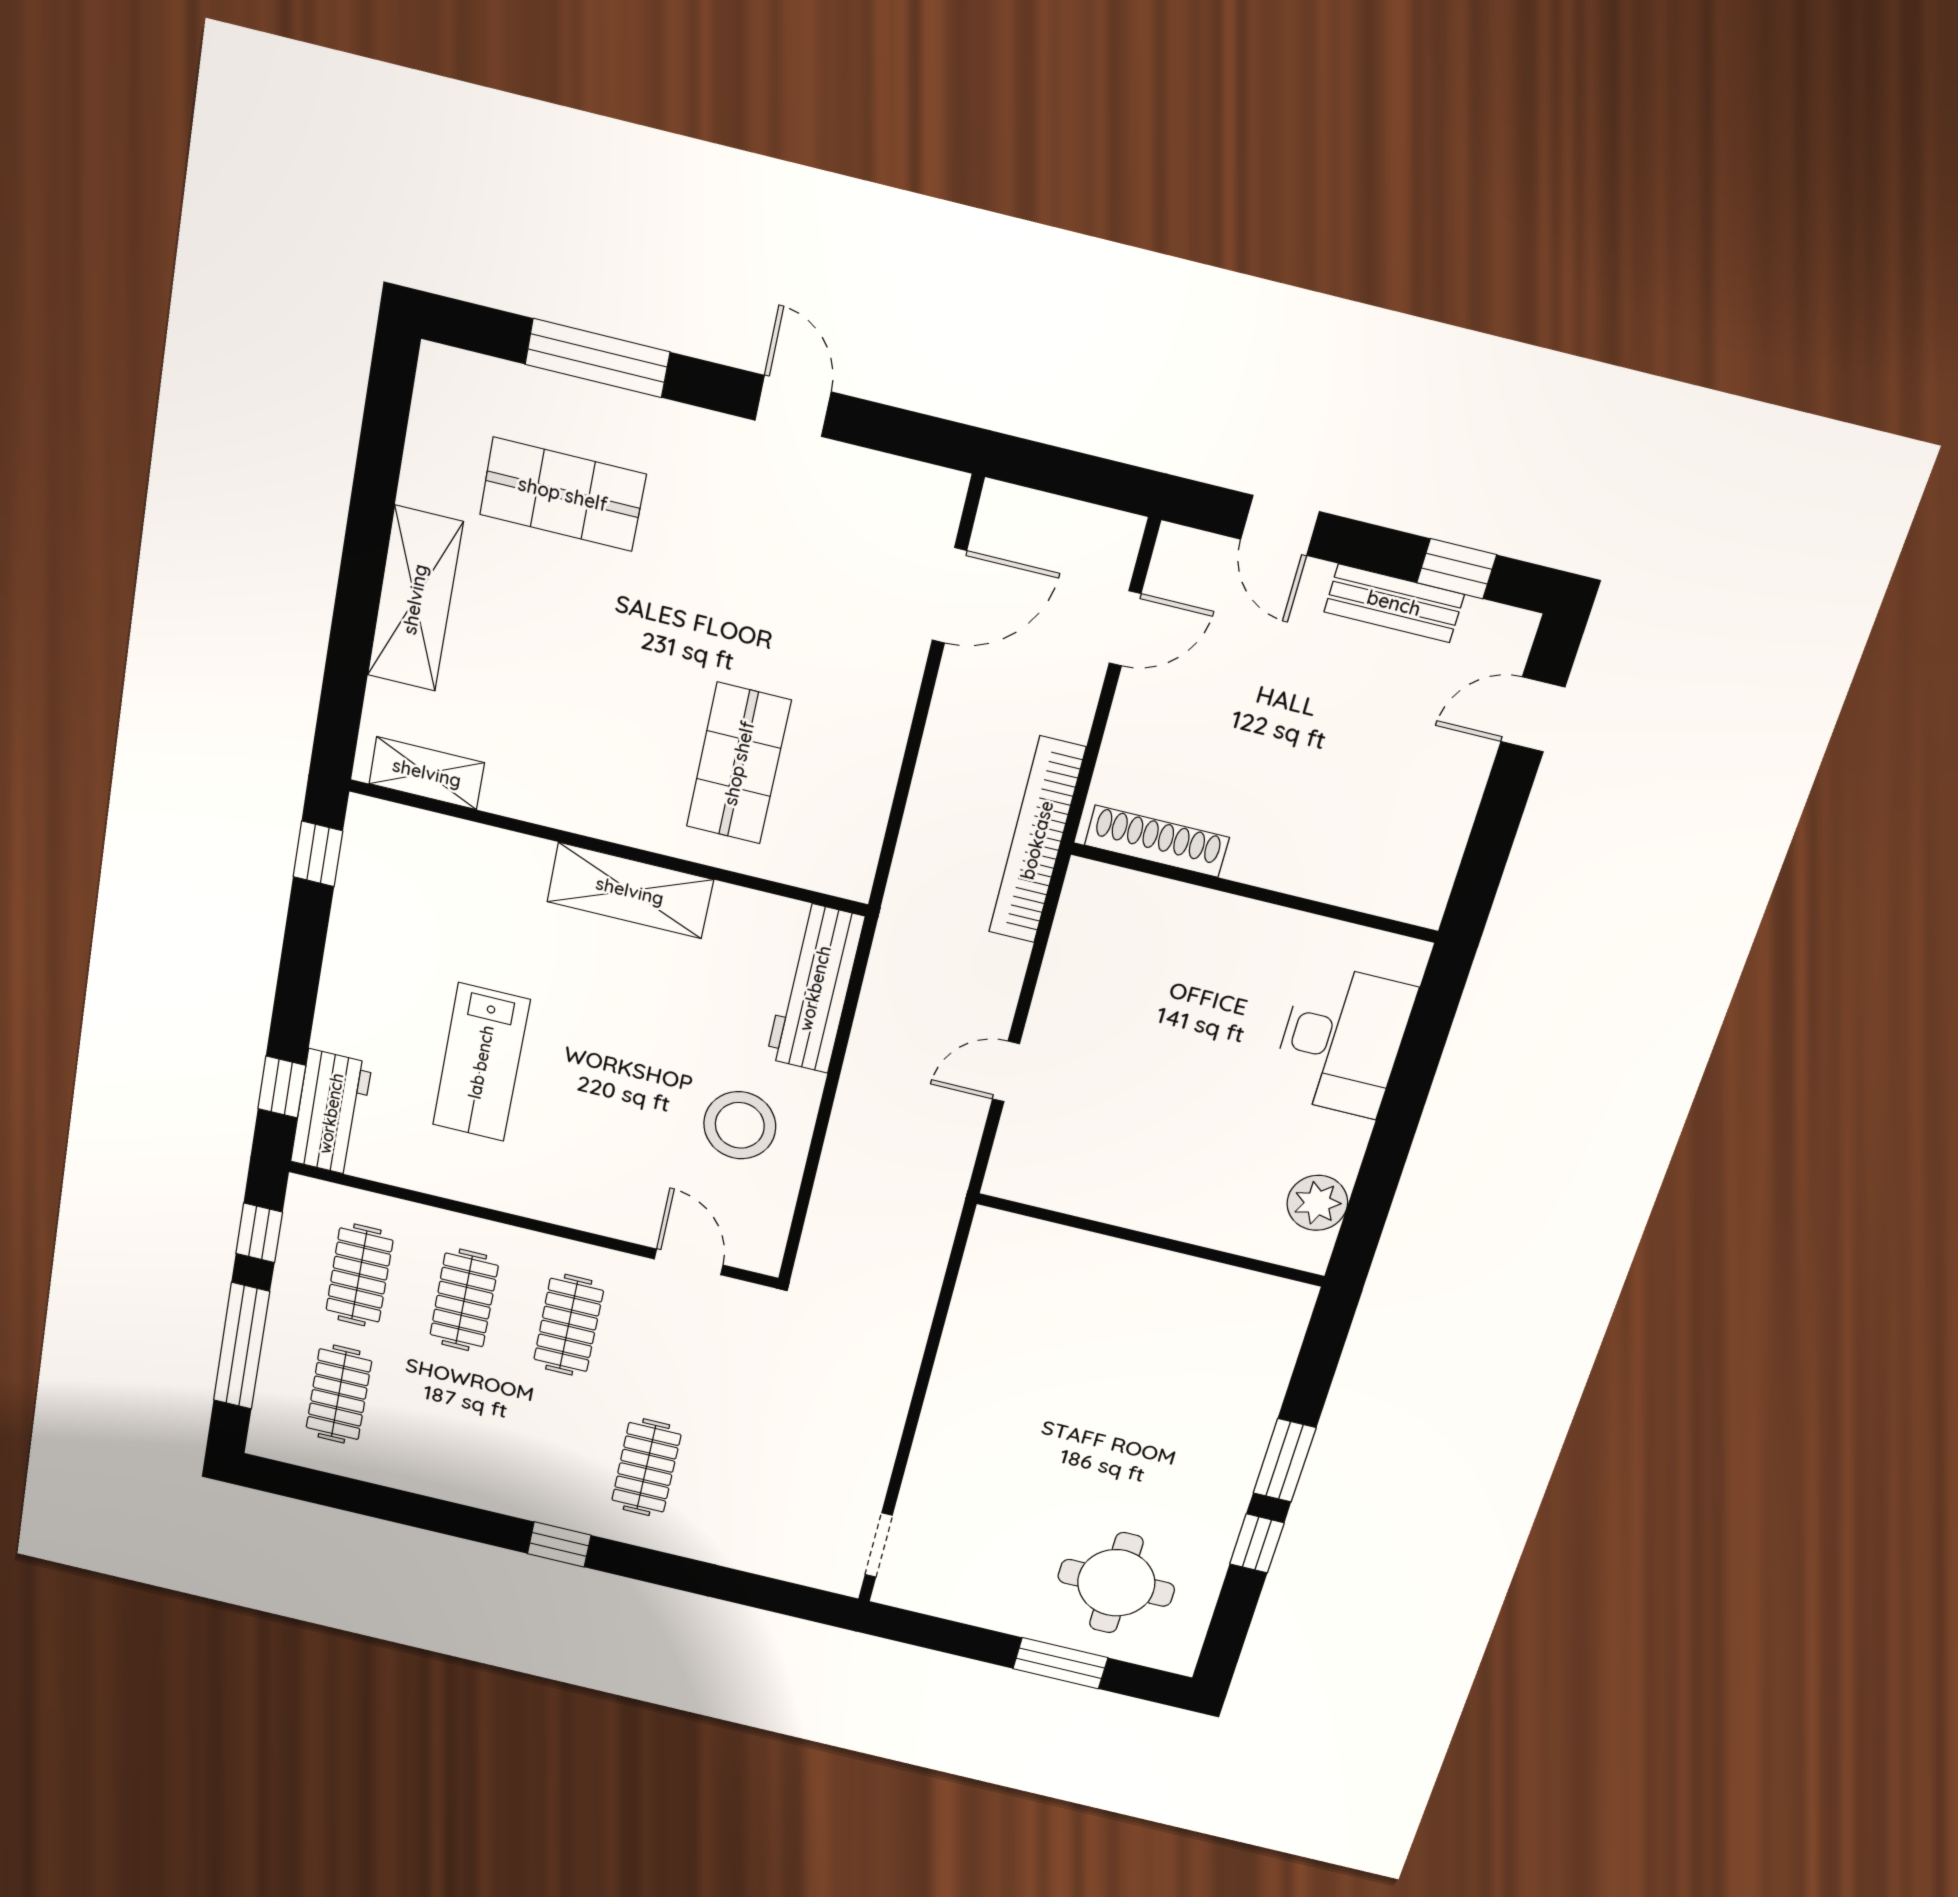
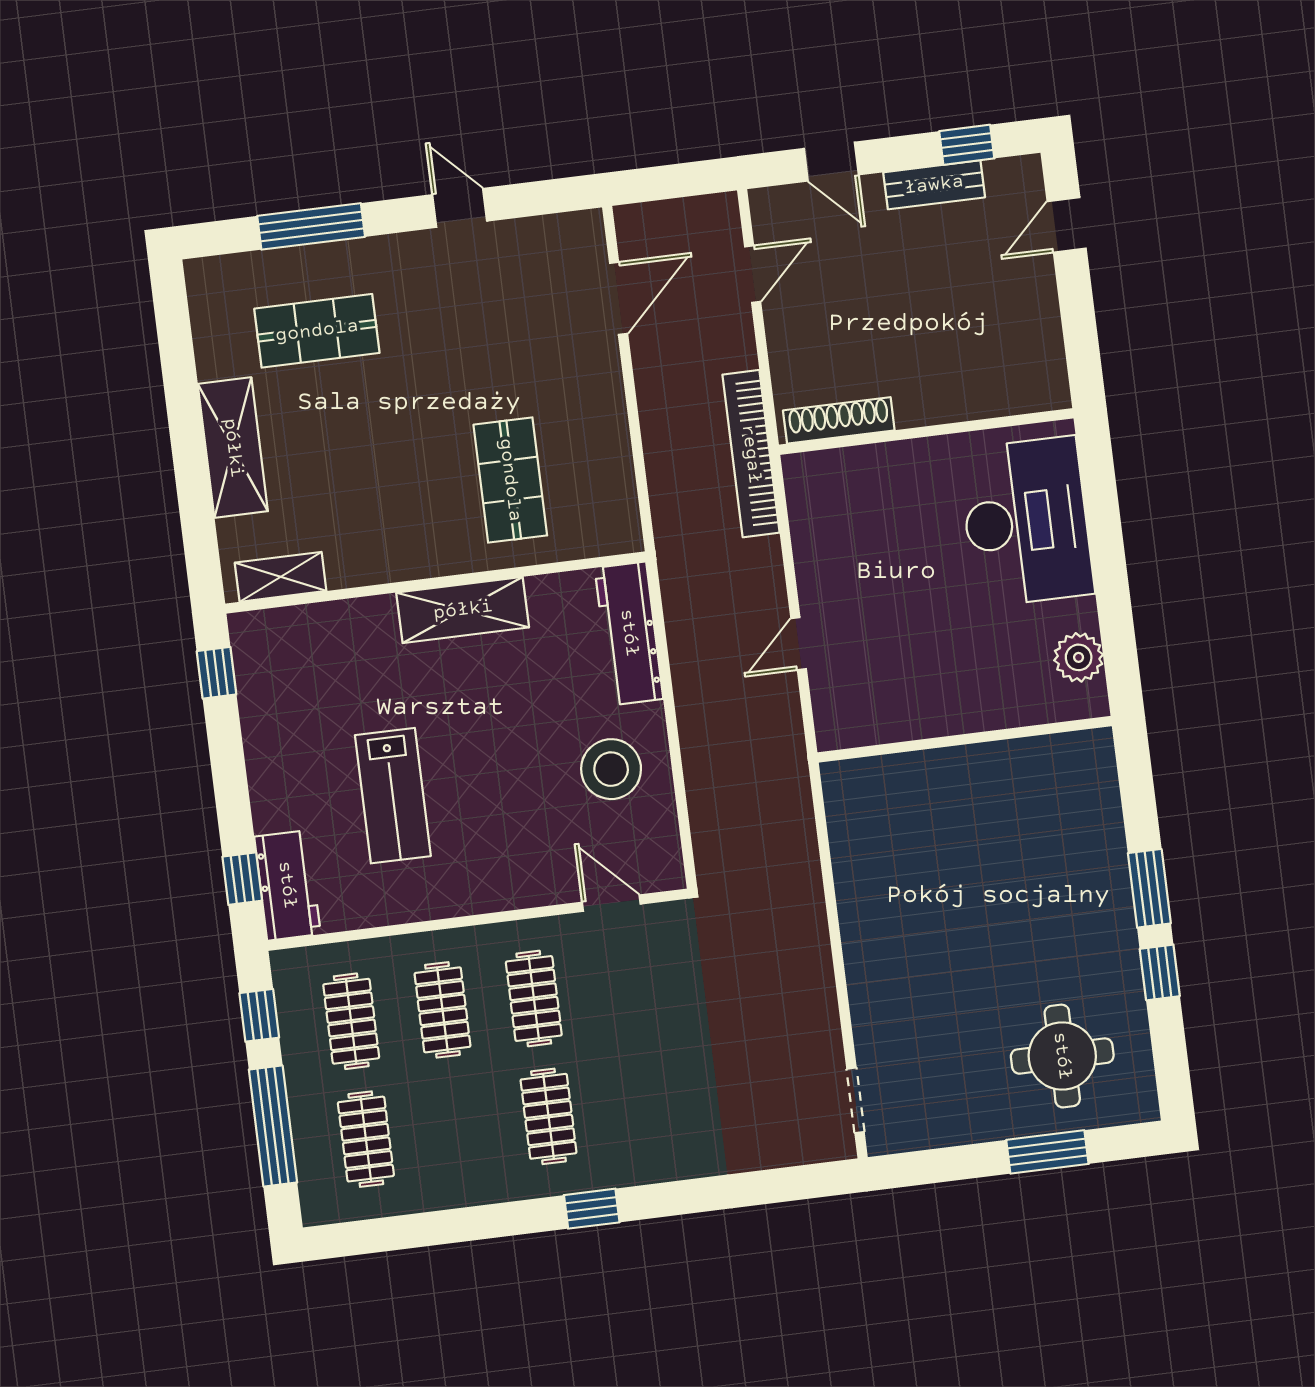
desk: (1342, 1041) -> (1026, 522), width x1.36, depth x1.30
clothes rail: (646, 1467) -> (548, 1116), moved

